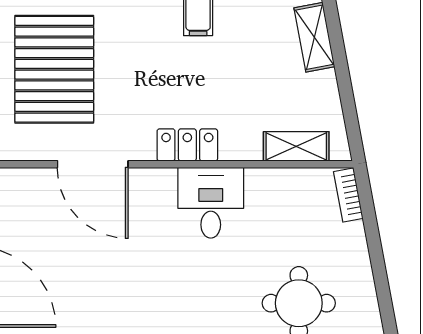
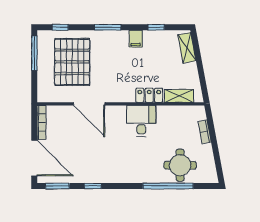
locker: (187, 145) -> (149, 95), moved
bookcase: (348, 195) -> (205, 132), moved

